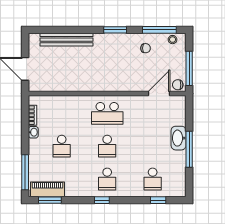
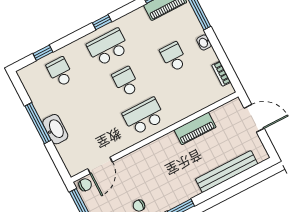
piano: (73, 84) -> (195, 128), added
washbasin: (33, 132) -> (204, 42), moved
school desk: (107, 179) -> (108, 47), width x1.85

